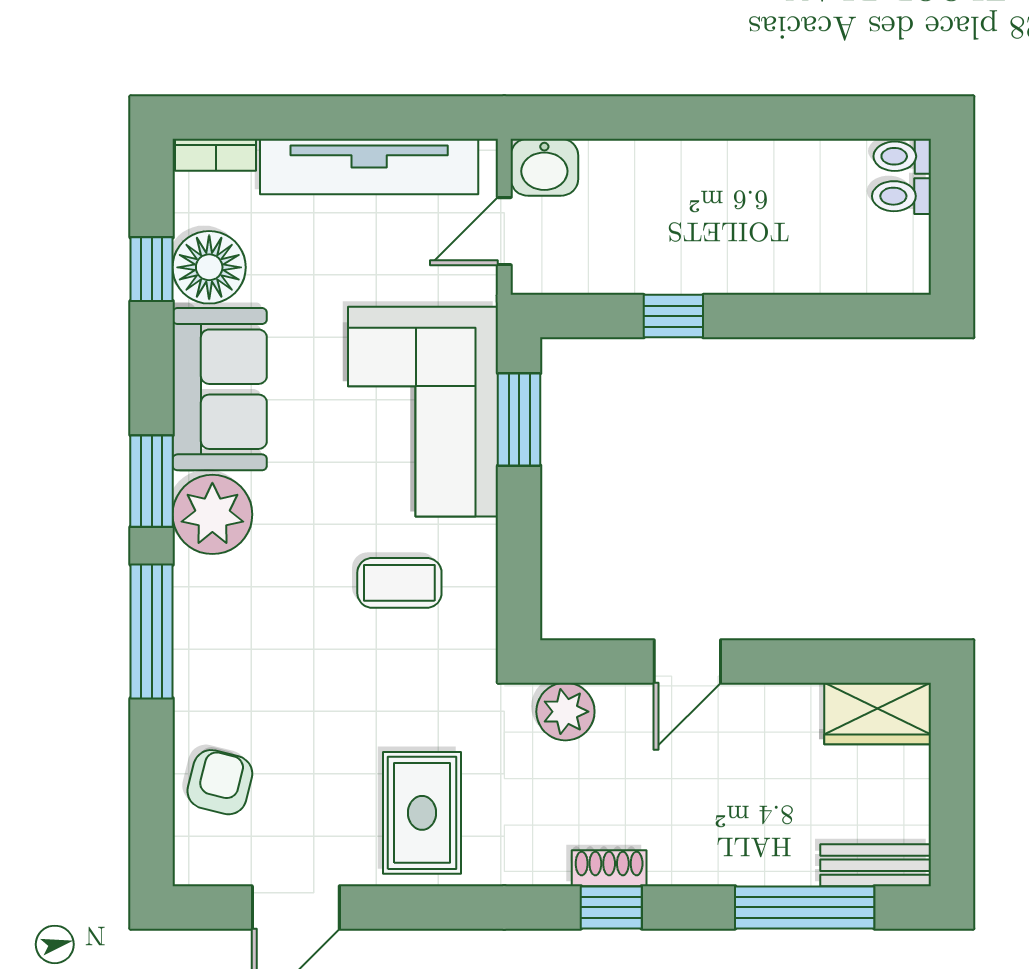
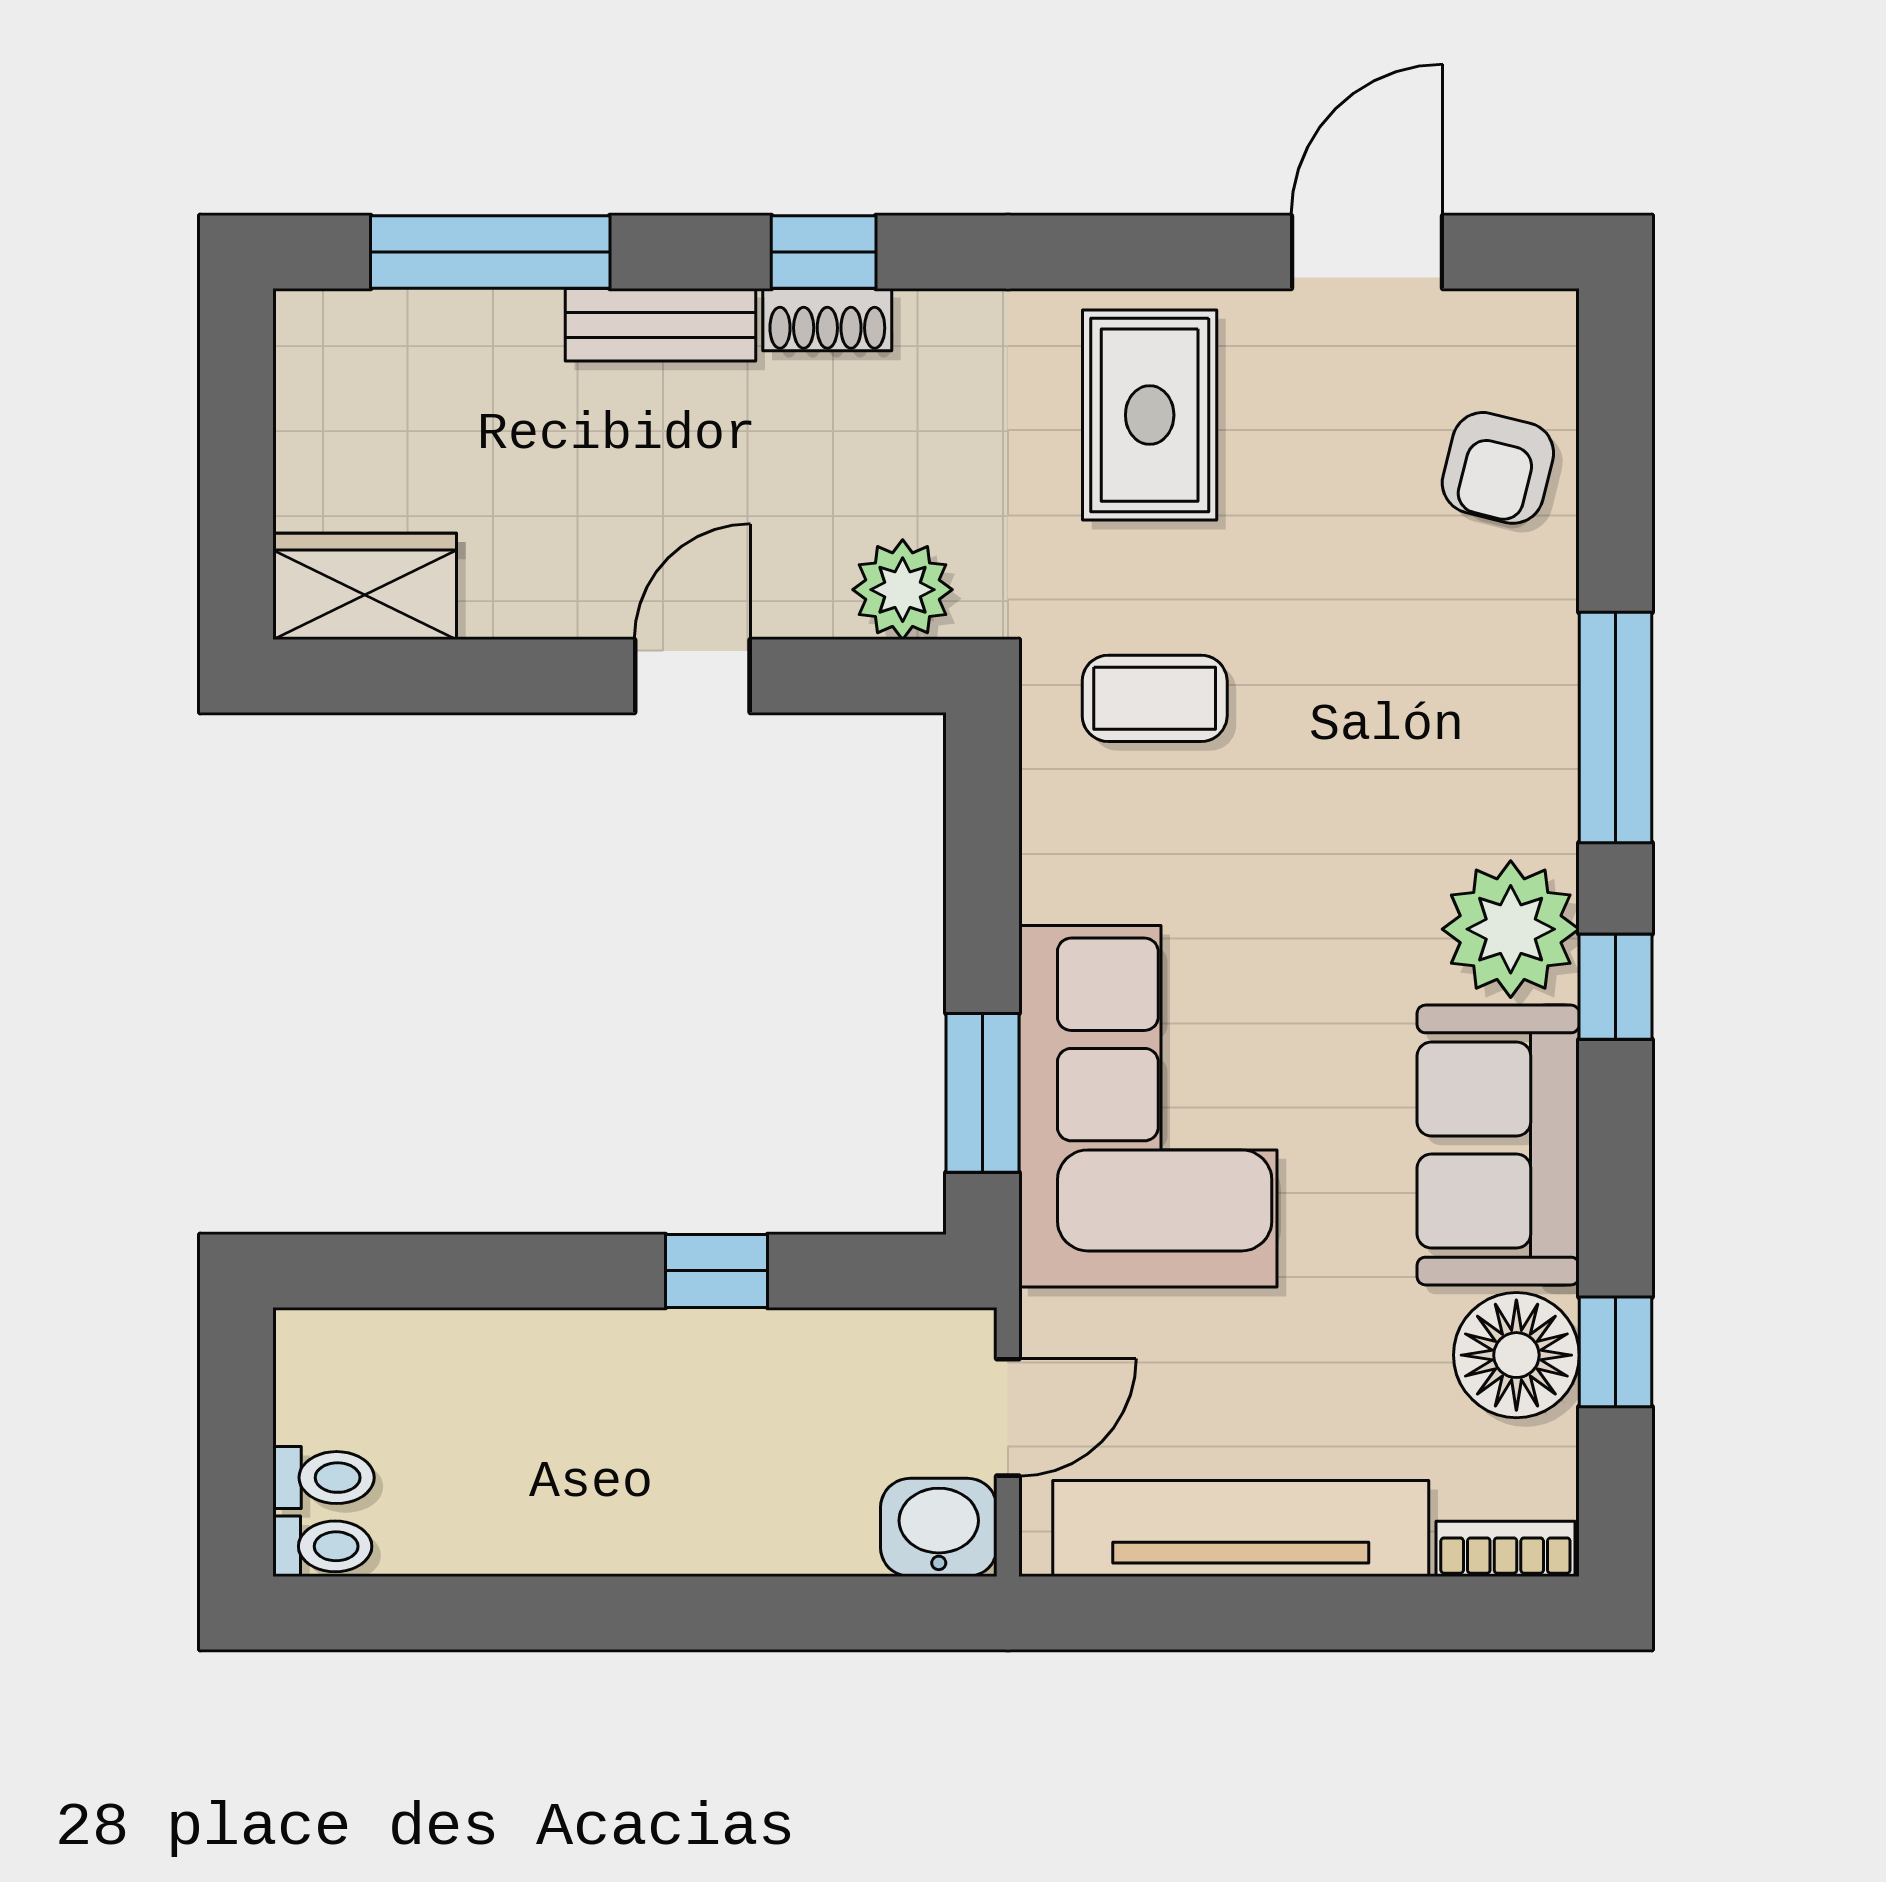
window: (152, 481) -> (1616, 987), width x0.67
coffee table: (399, 583) -> (1155, 698), moved
bench: (876, 865) -> (661, 325), moved

